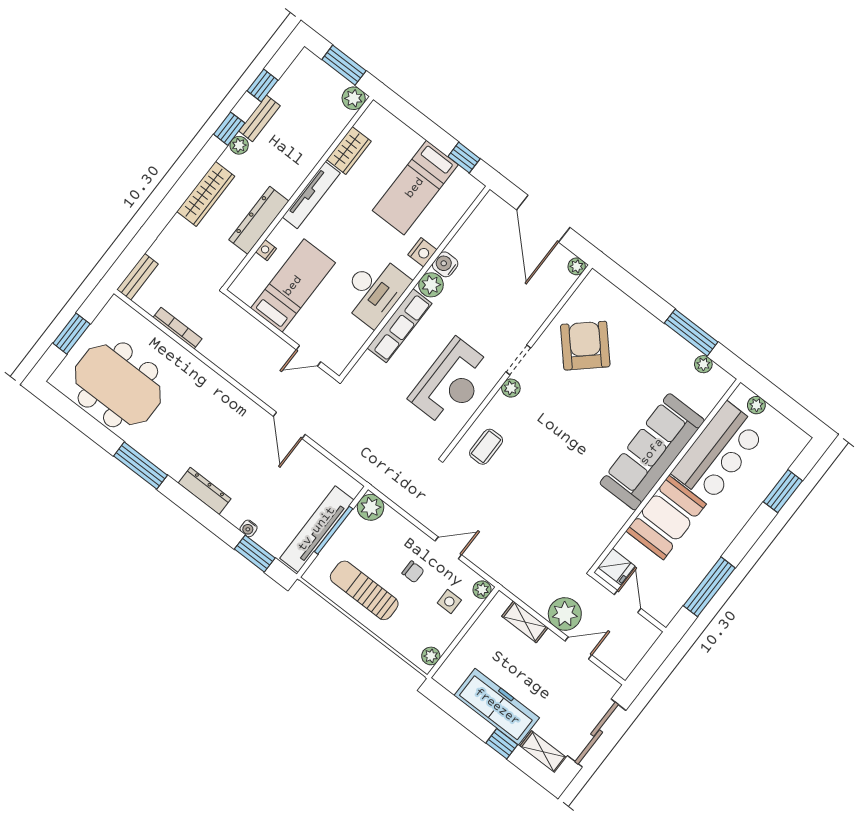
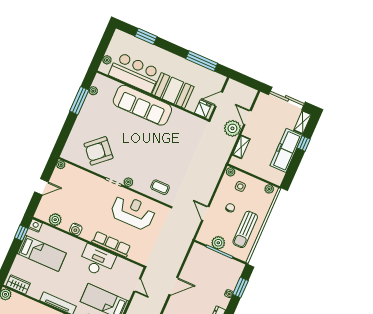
wardrobe: (349, 150) -> (18, 284), moved
door: (543, 219) -> (41, 187), width x0.53
nightstand: (422, 252) -> (35, 226), moved
plant: (431, 285) -> (55, 220), moved
plant: (371, 507) -> (218, 243), moved
tv unit: (317, 529) -> (221, 260), removed
door: (448, 548) -> (205, 213), moved

